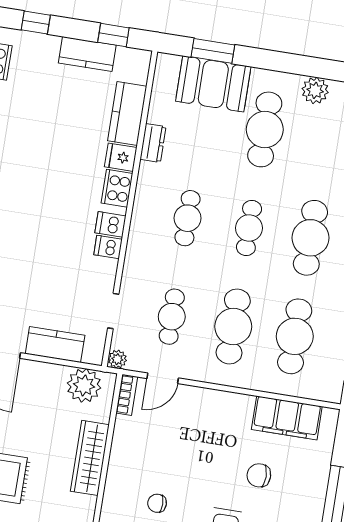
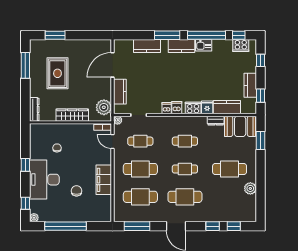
booth: (213, 84) -> (240, 126), moved, turned 90
filing cabinet: (287, 418) -> (104, 180), moved

